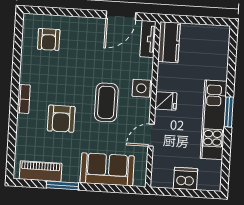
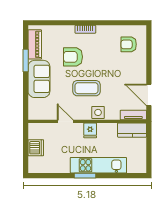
kitchen unit: (214, 120) -> (98, 165), moved
sofa: (107, 169) -> (39, 79), moved

